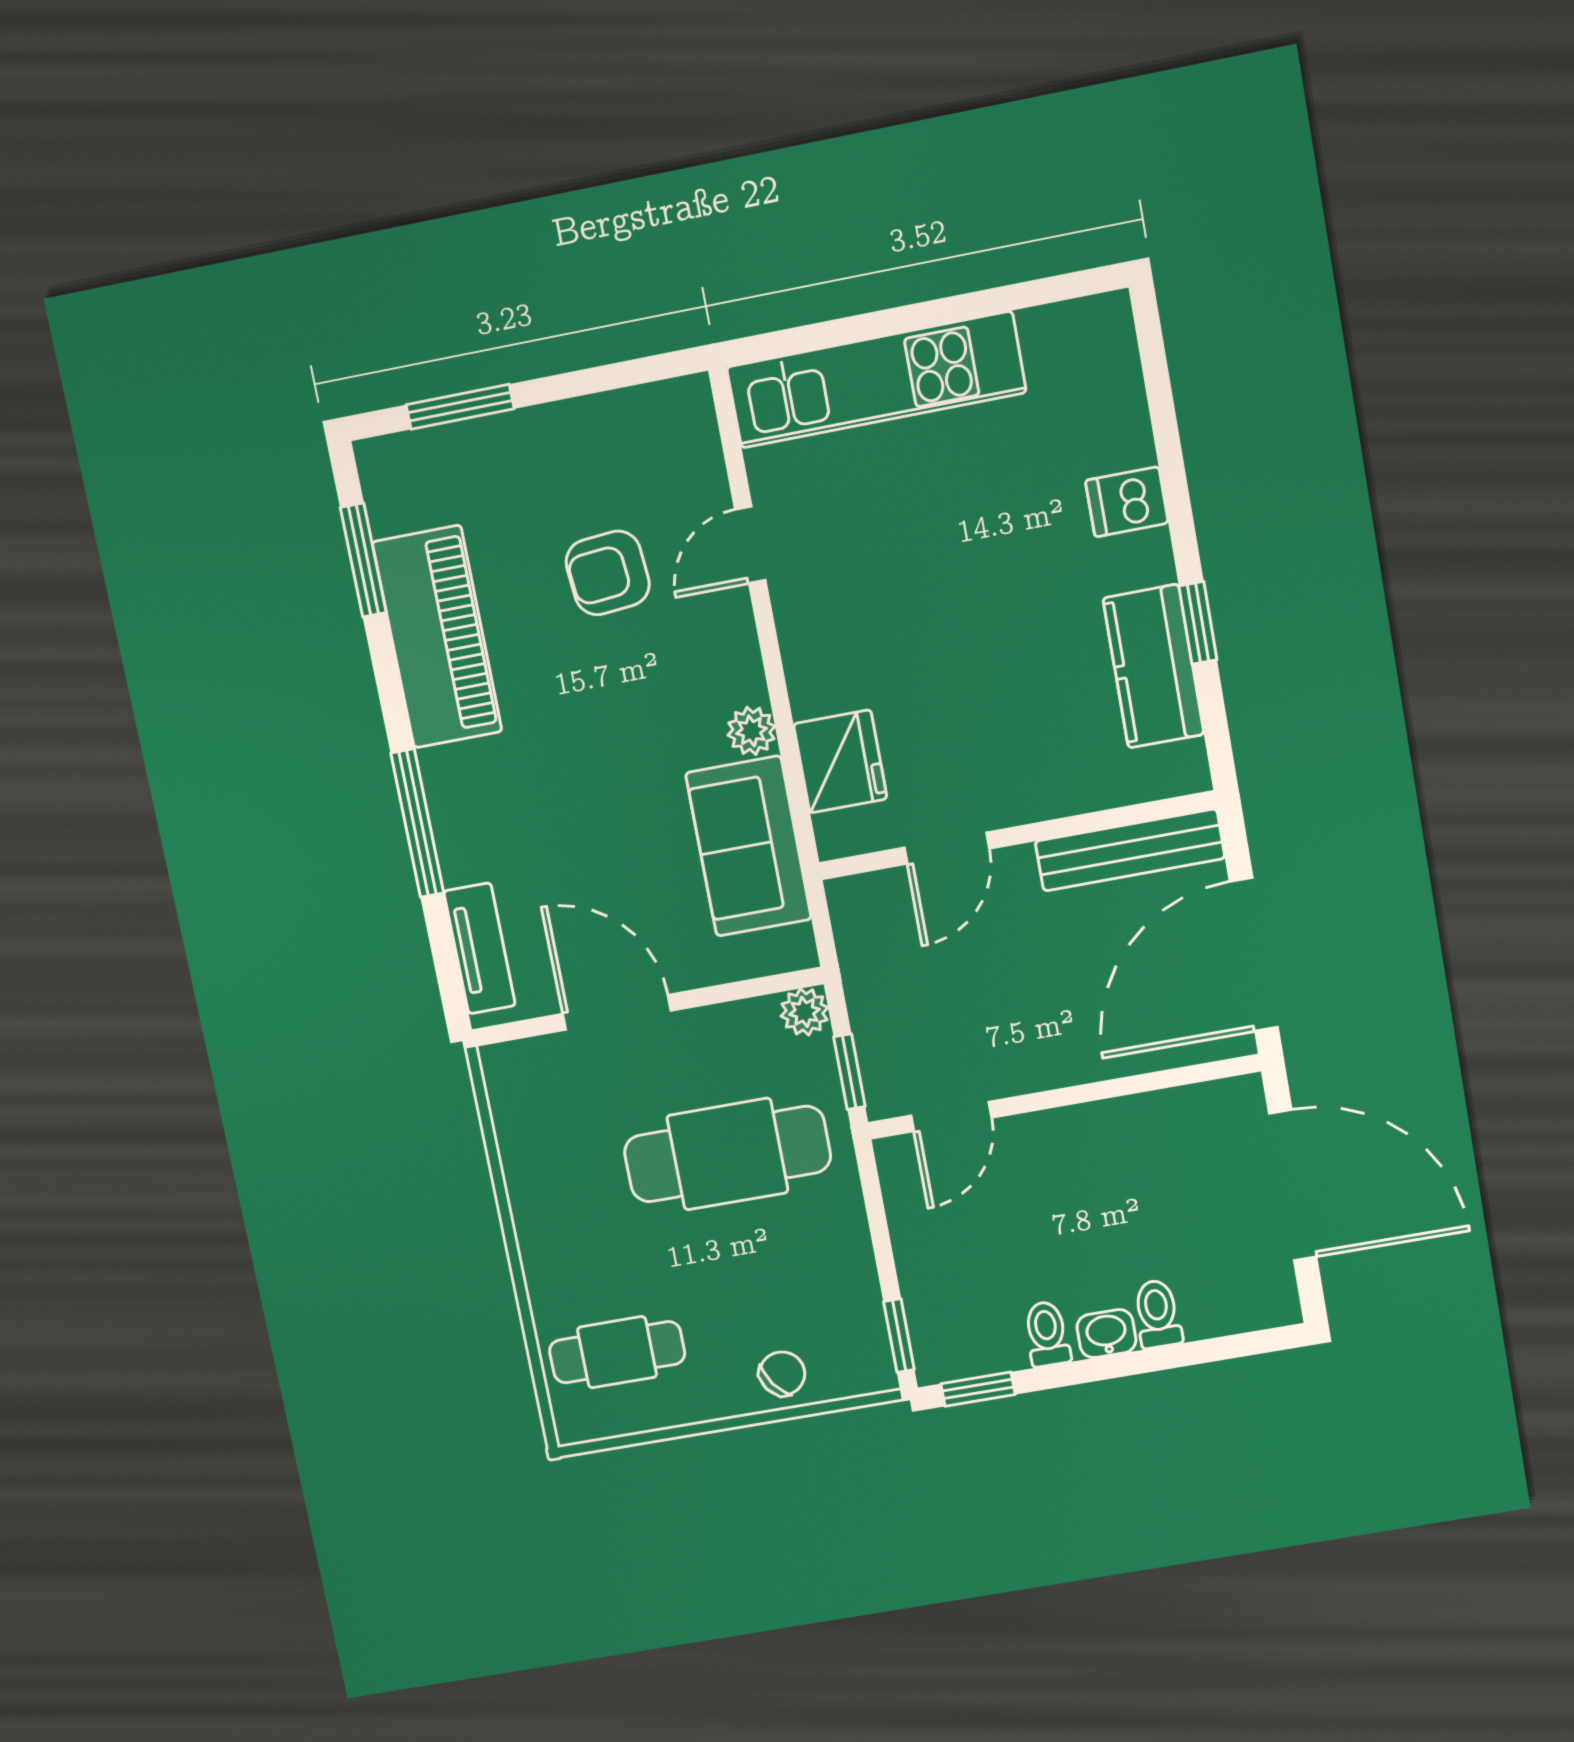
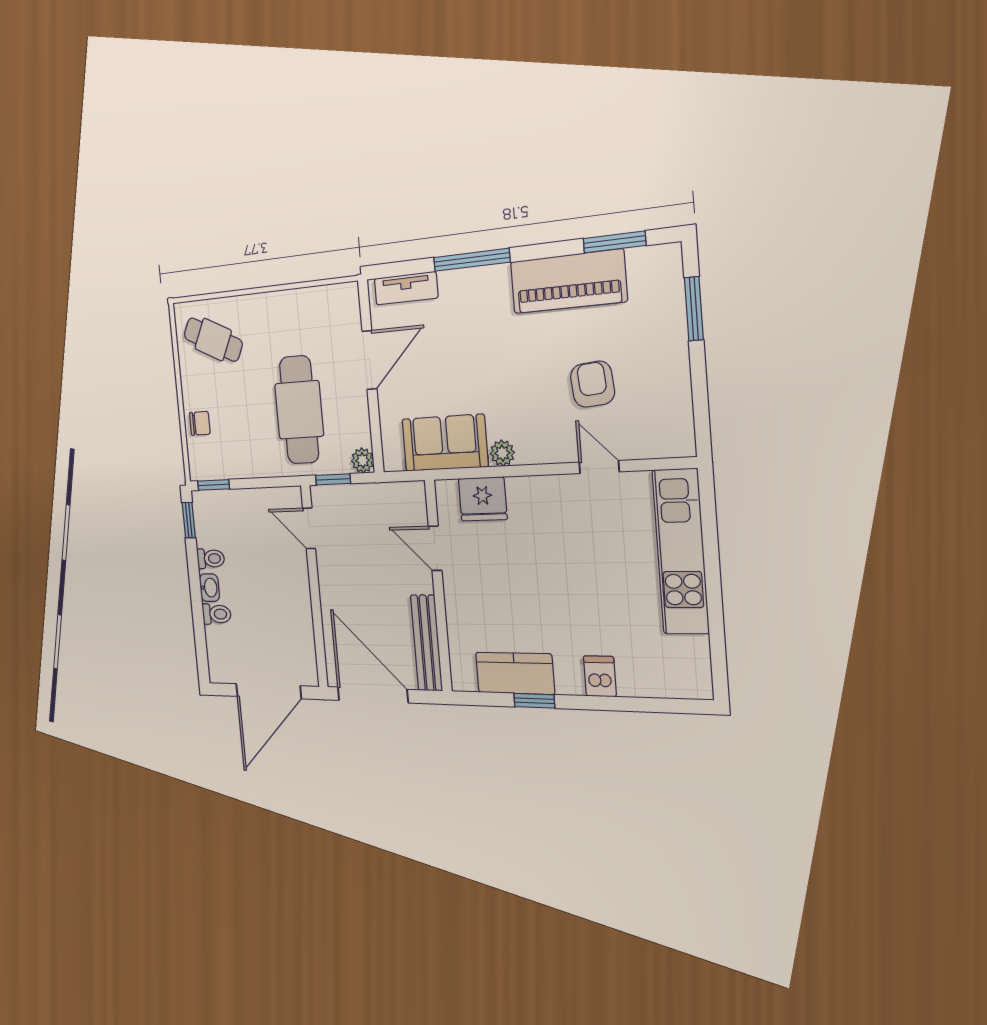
cafe table: (617, 1352) -> (213, 340), turned -64
chair: (782, 1374) -> (200, 423), turned -55

